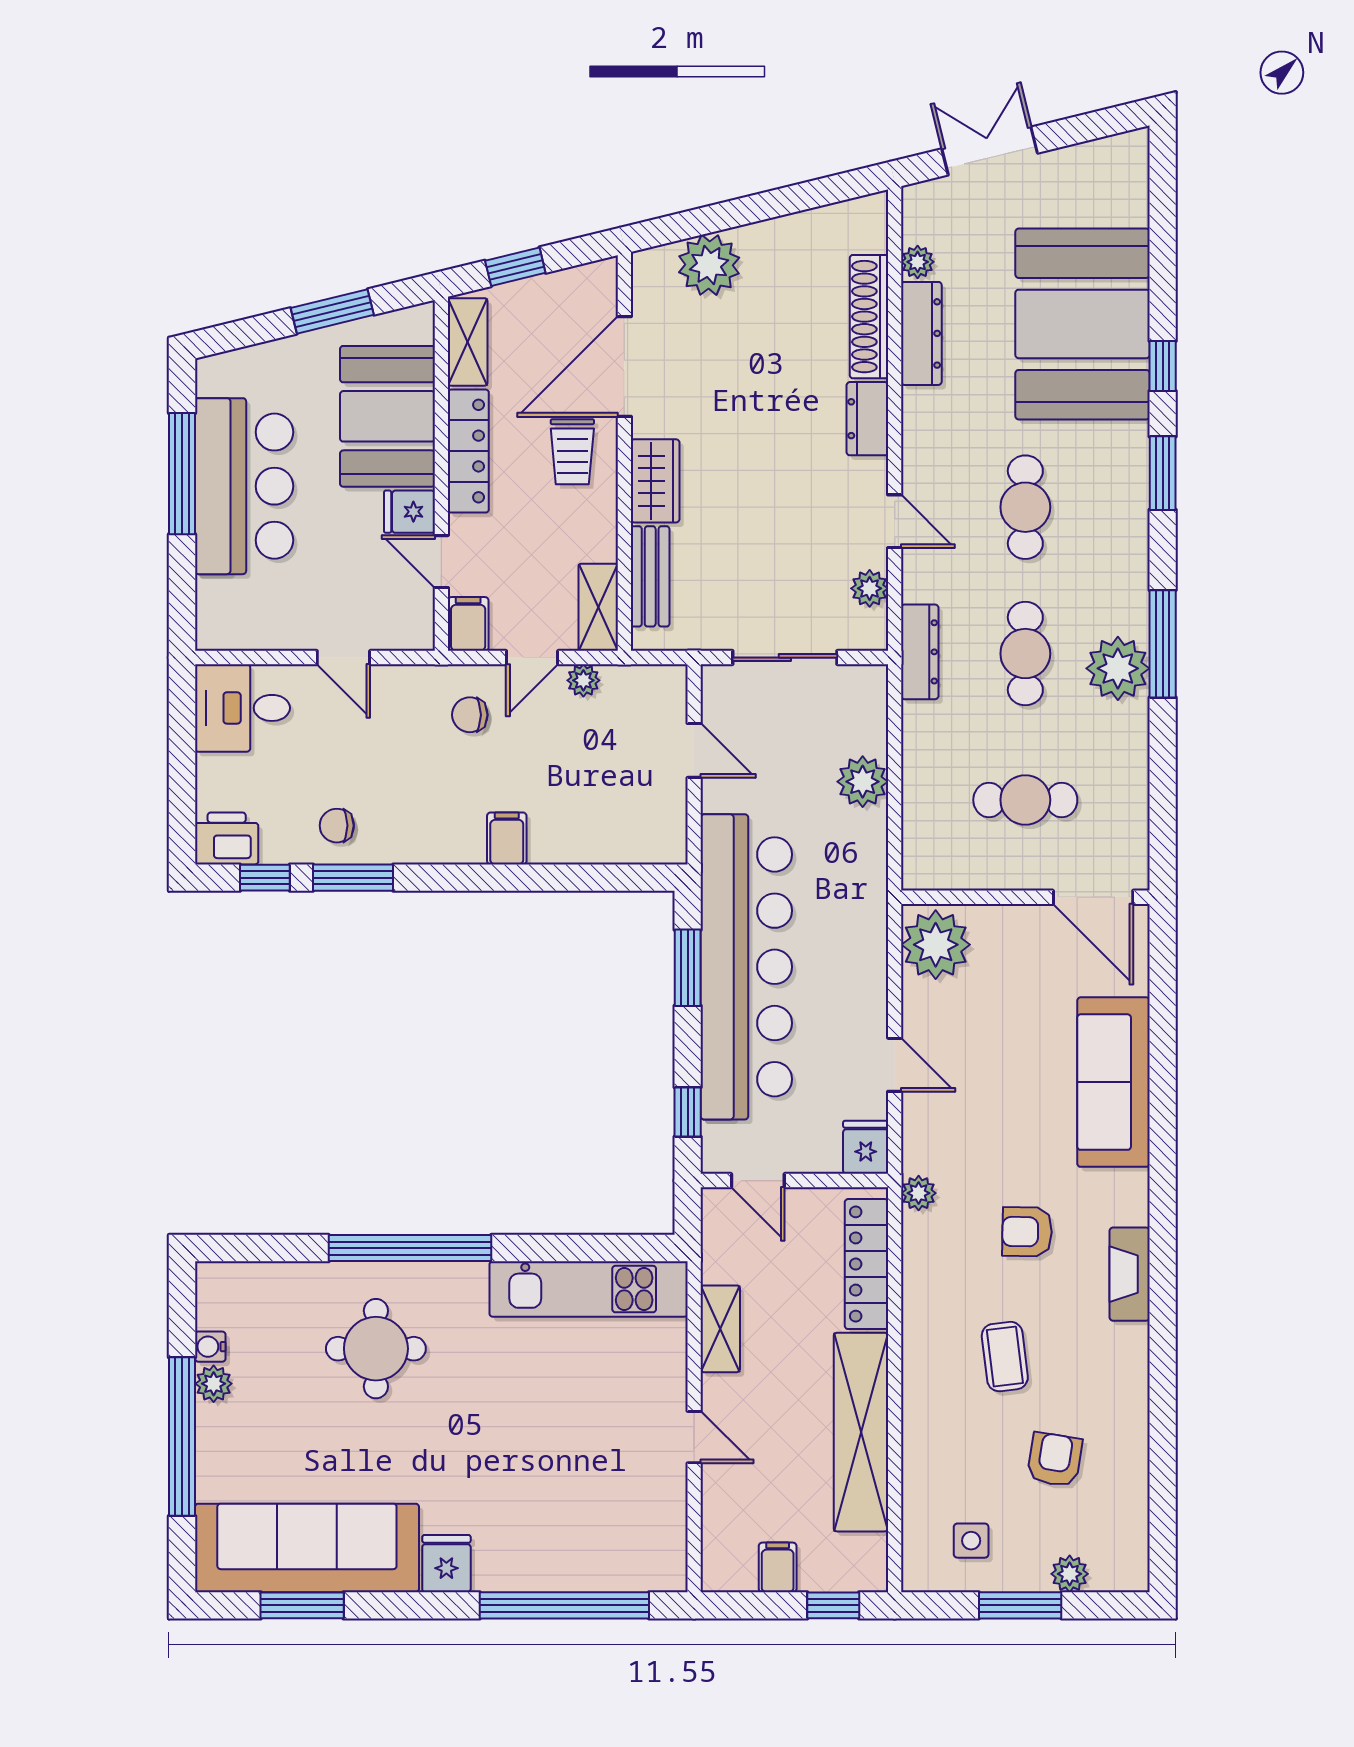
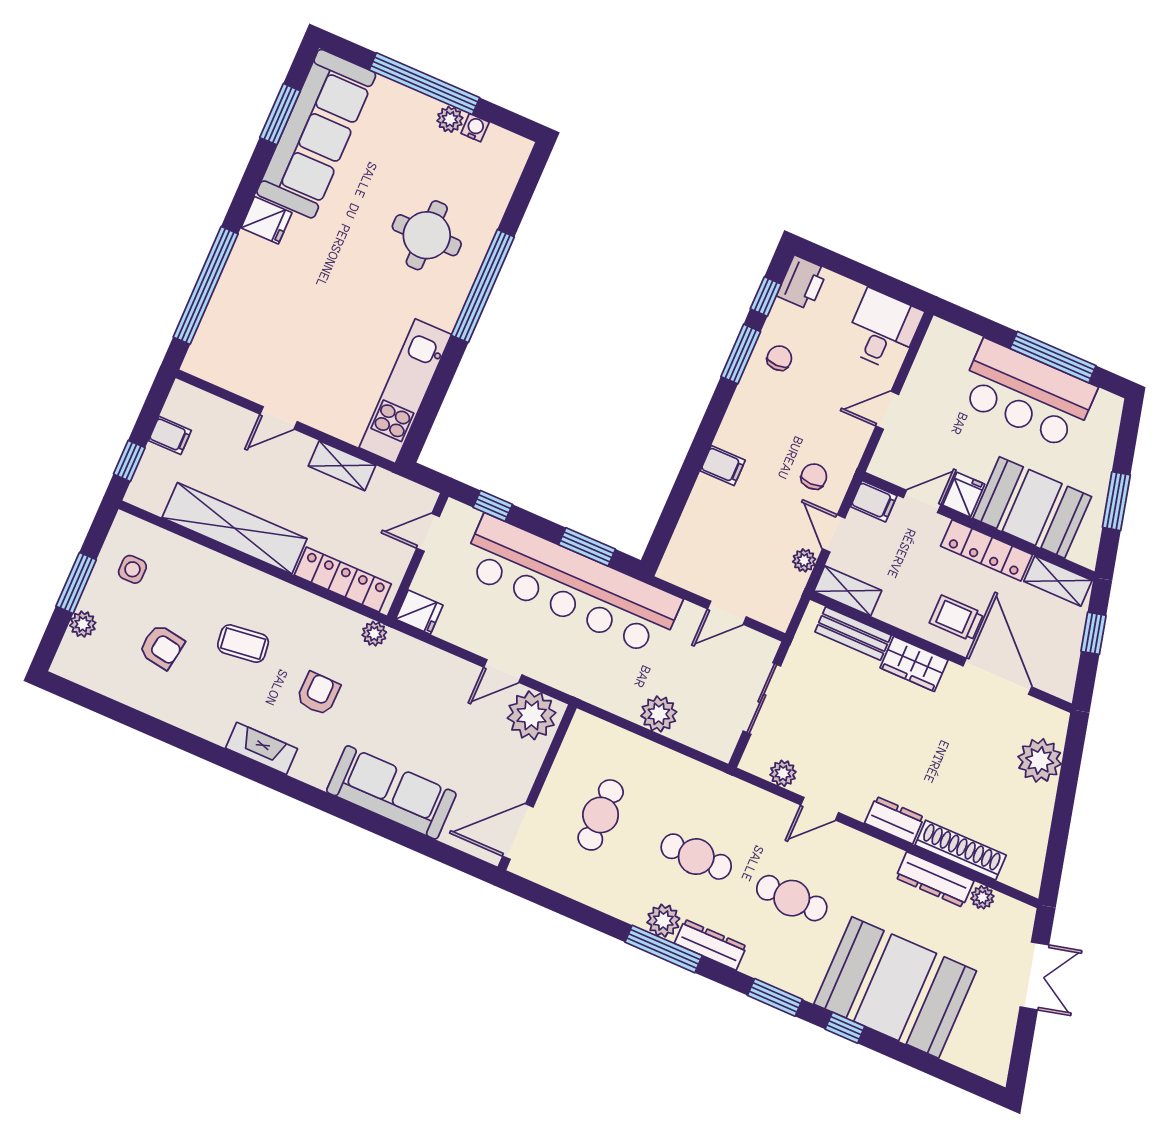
dresser: (920, 652) -> (710, 945), moved, turned 180
plant: (1118, 668) -> (663, 921), width x0.73, depth x0.73
door: (895, 1065) -> (503, 671), moved

